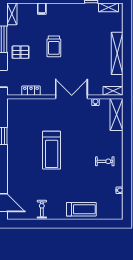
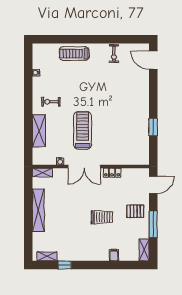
trolley: (54, 46) -> (102, 217), turned 90
locker: (31, 91) -> (112, 173), moved
shelving: (117, 114) -> (39, 131), moved
treadmill: (52, 150) -> (83, 130), moved

